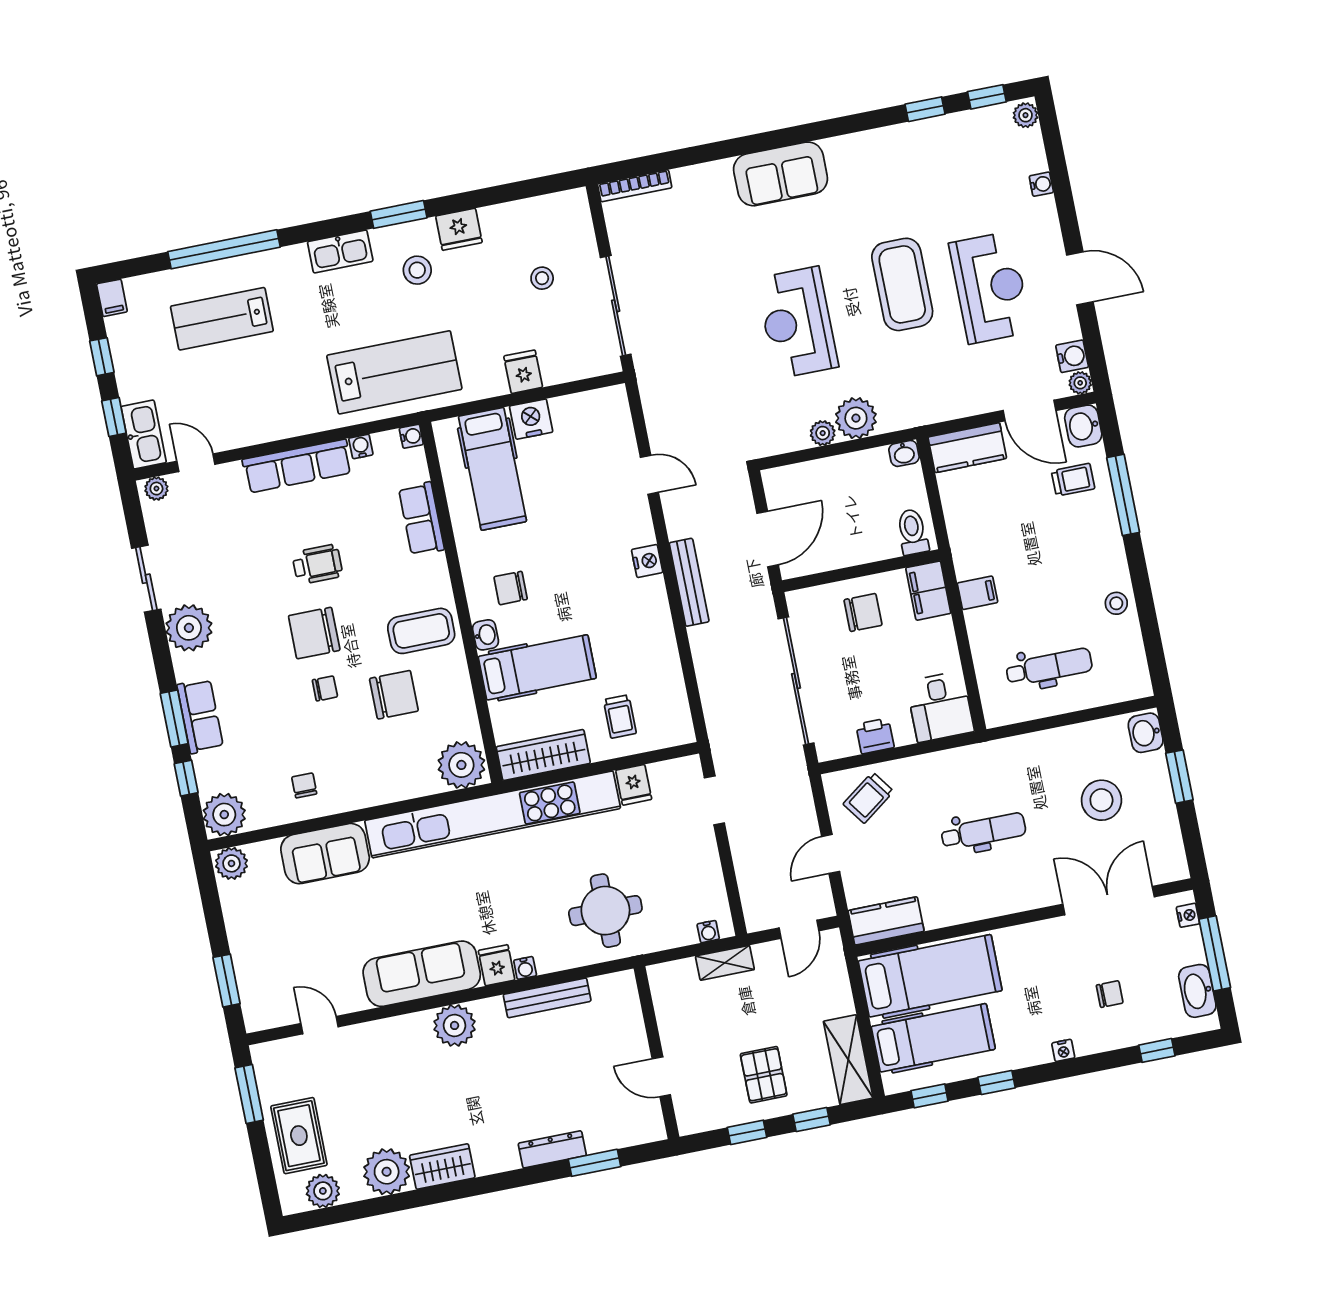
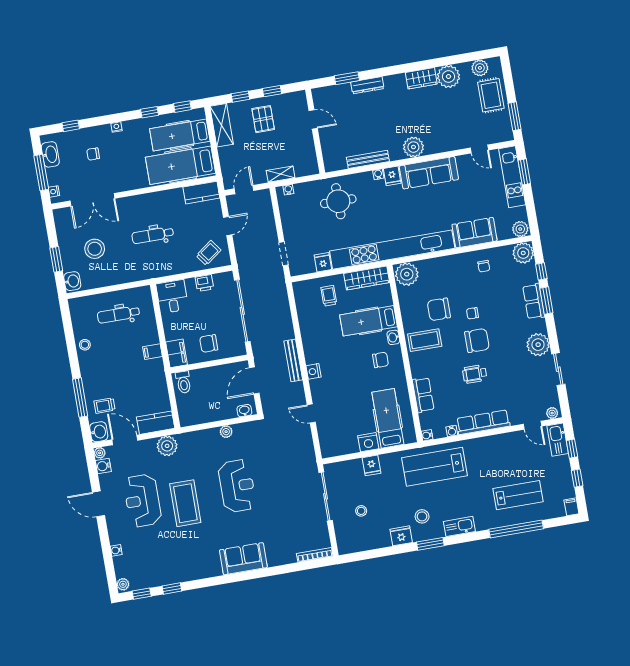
plant: (856, 418) -> (167, 446), moved
washbasin: (904, 453) -> (244, 411), moved
kitchen unit: (251, 970) -> (512, 177), added

